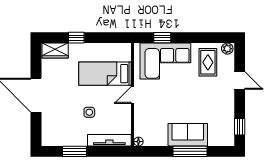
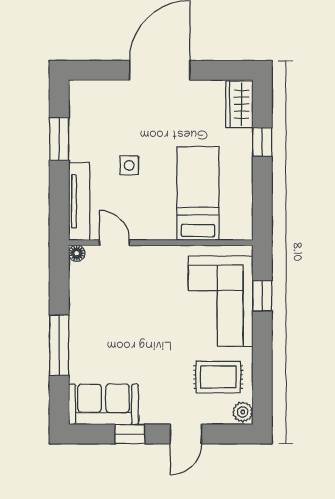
door: (133, 95) -> (114, 243), moved
window: (240, 127) -> (130, 434), moved
sofa: (188, 135) -> (104, 404), moved, turned -90

